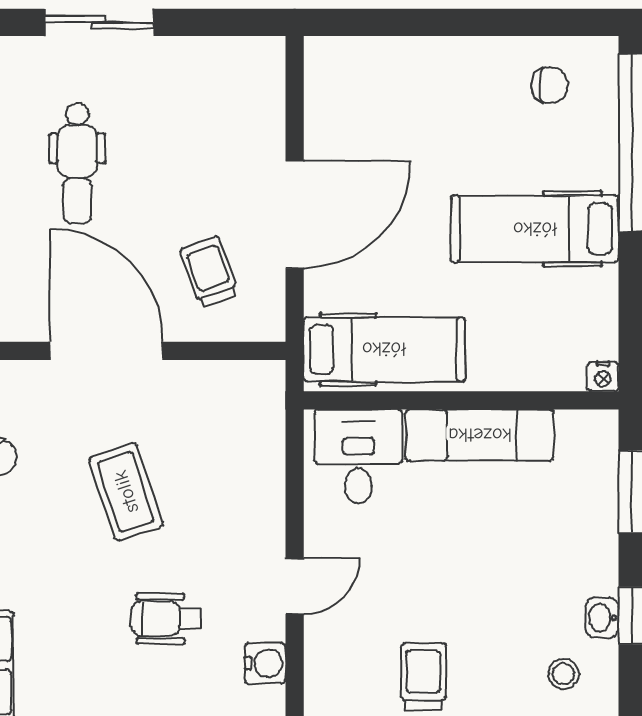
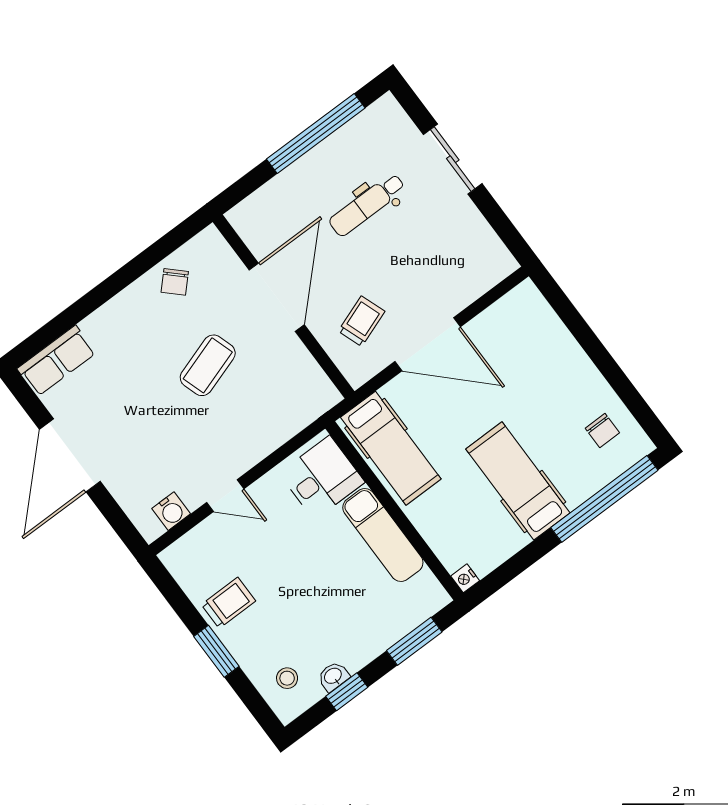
wheelchair: (166, 619) -> (155, 439), removed

